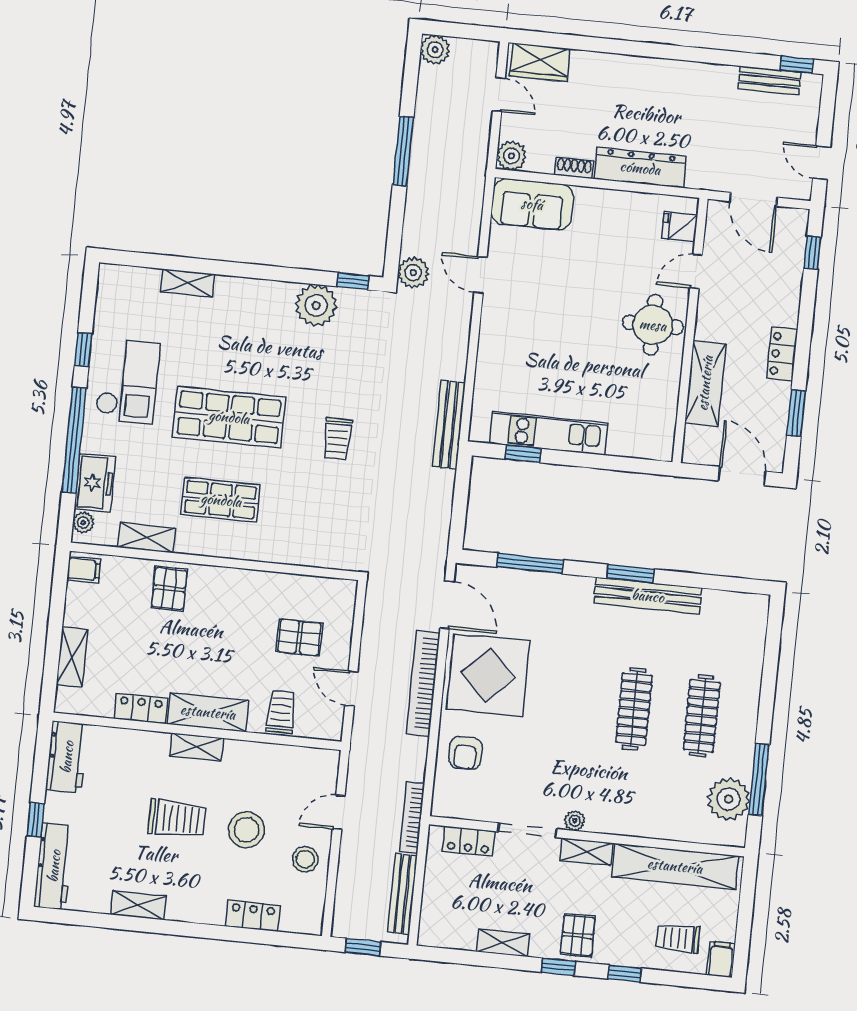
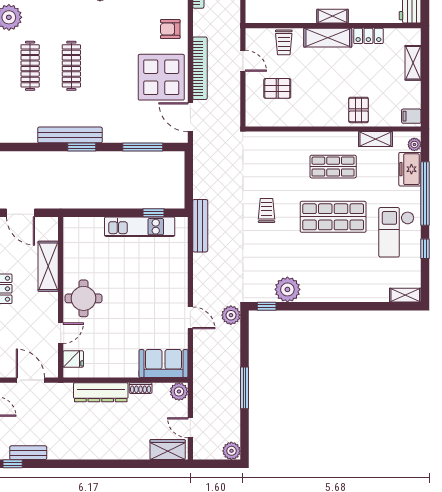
shelving: (188, 283) -> (405, 295), moved
armchair: (465, 753) -> (170, 29), turned -90

